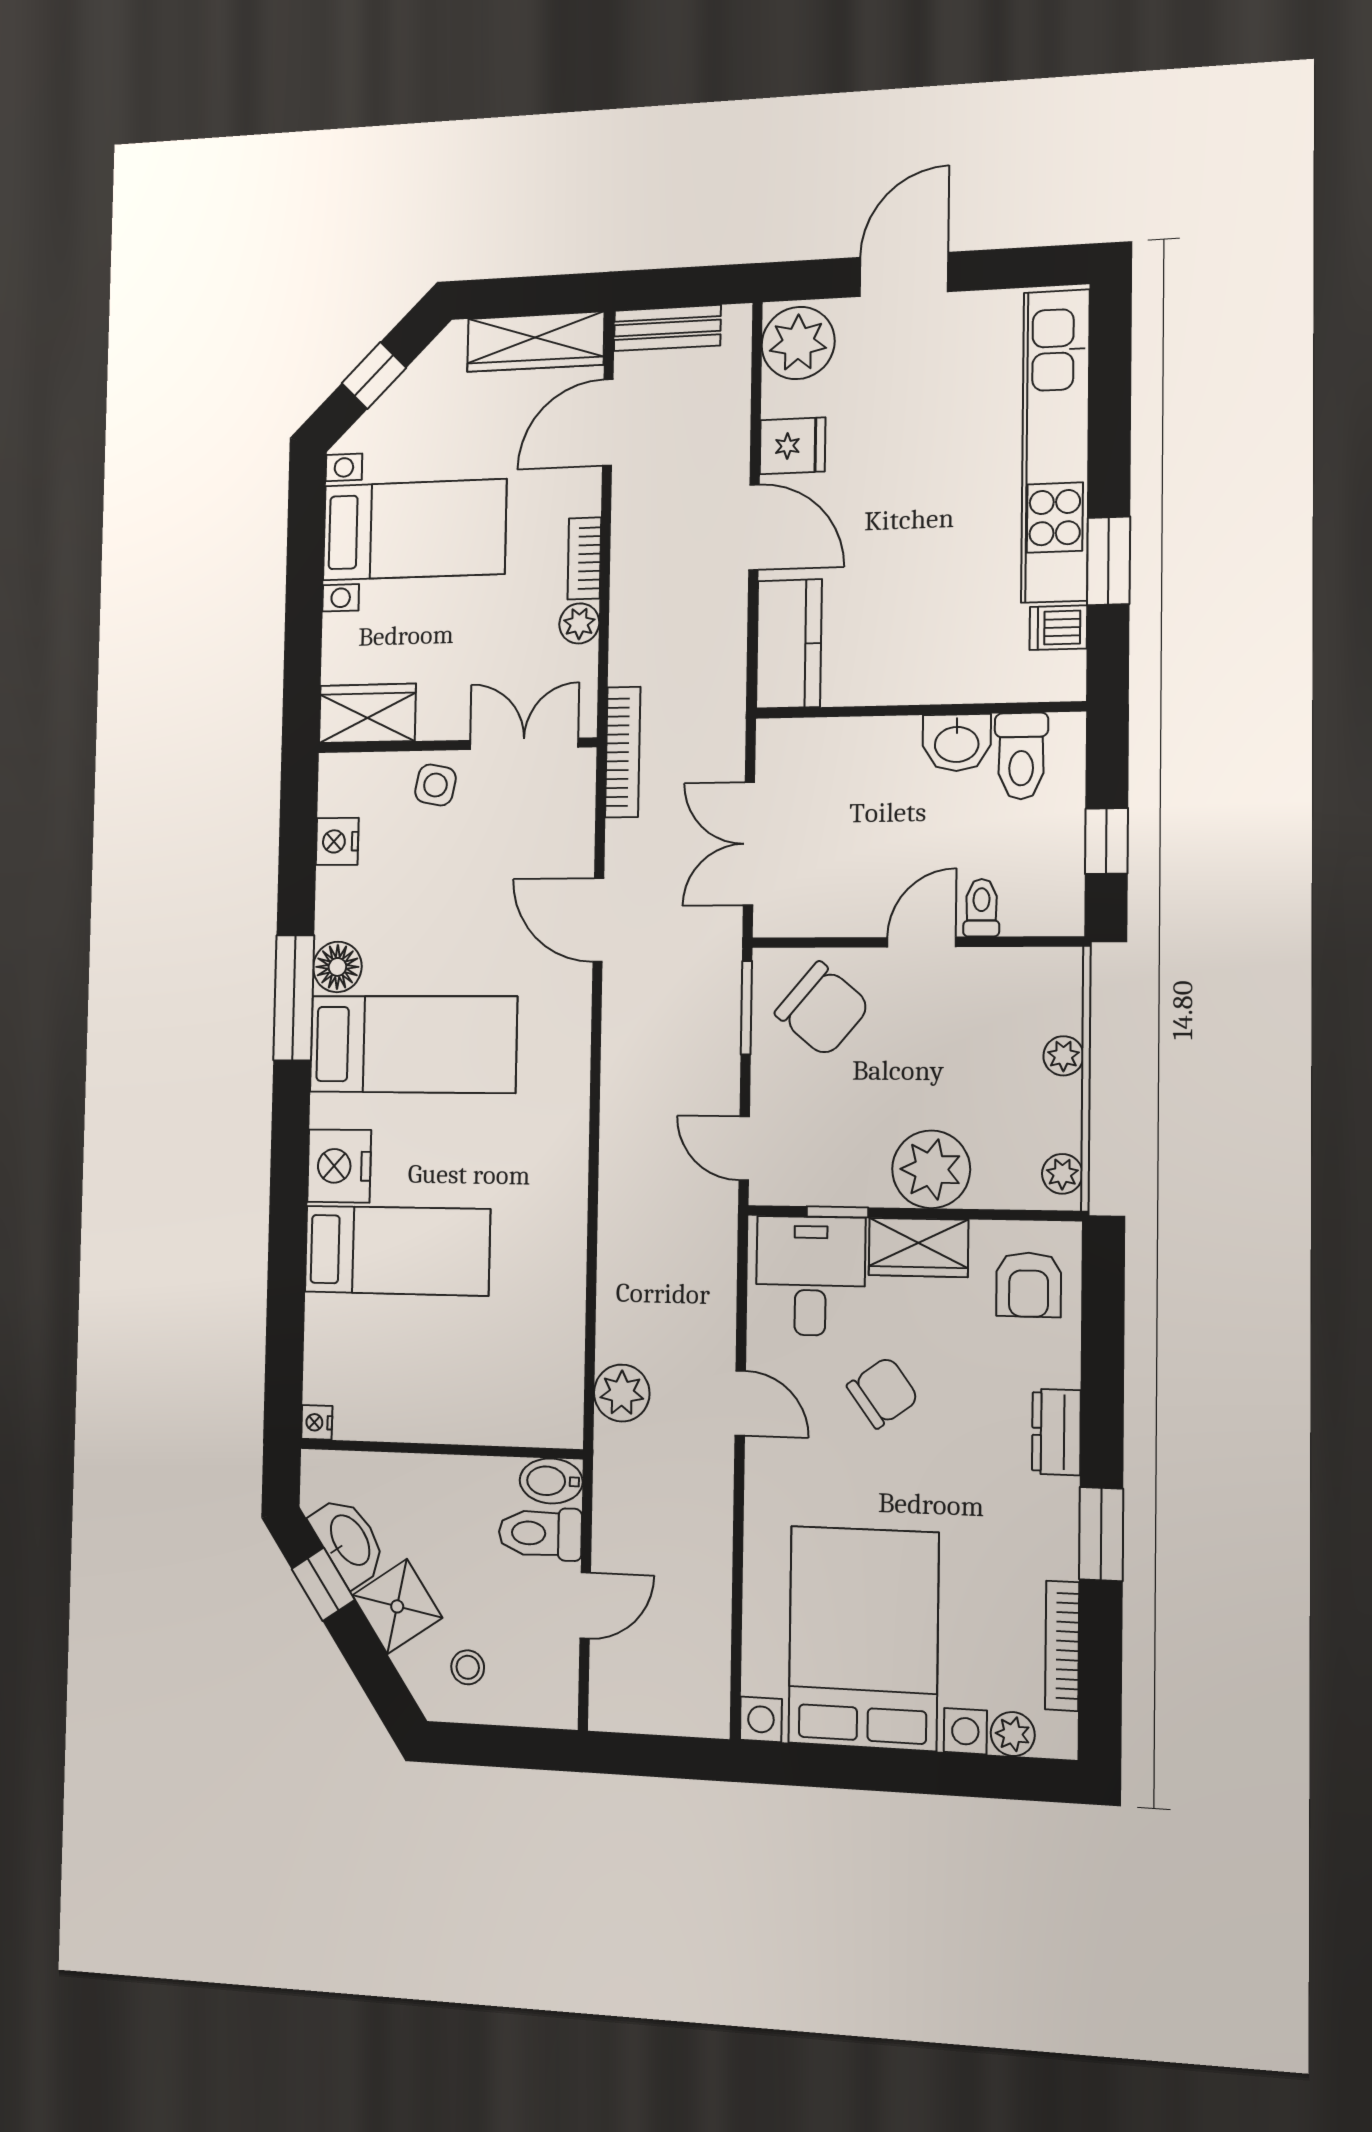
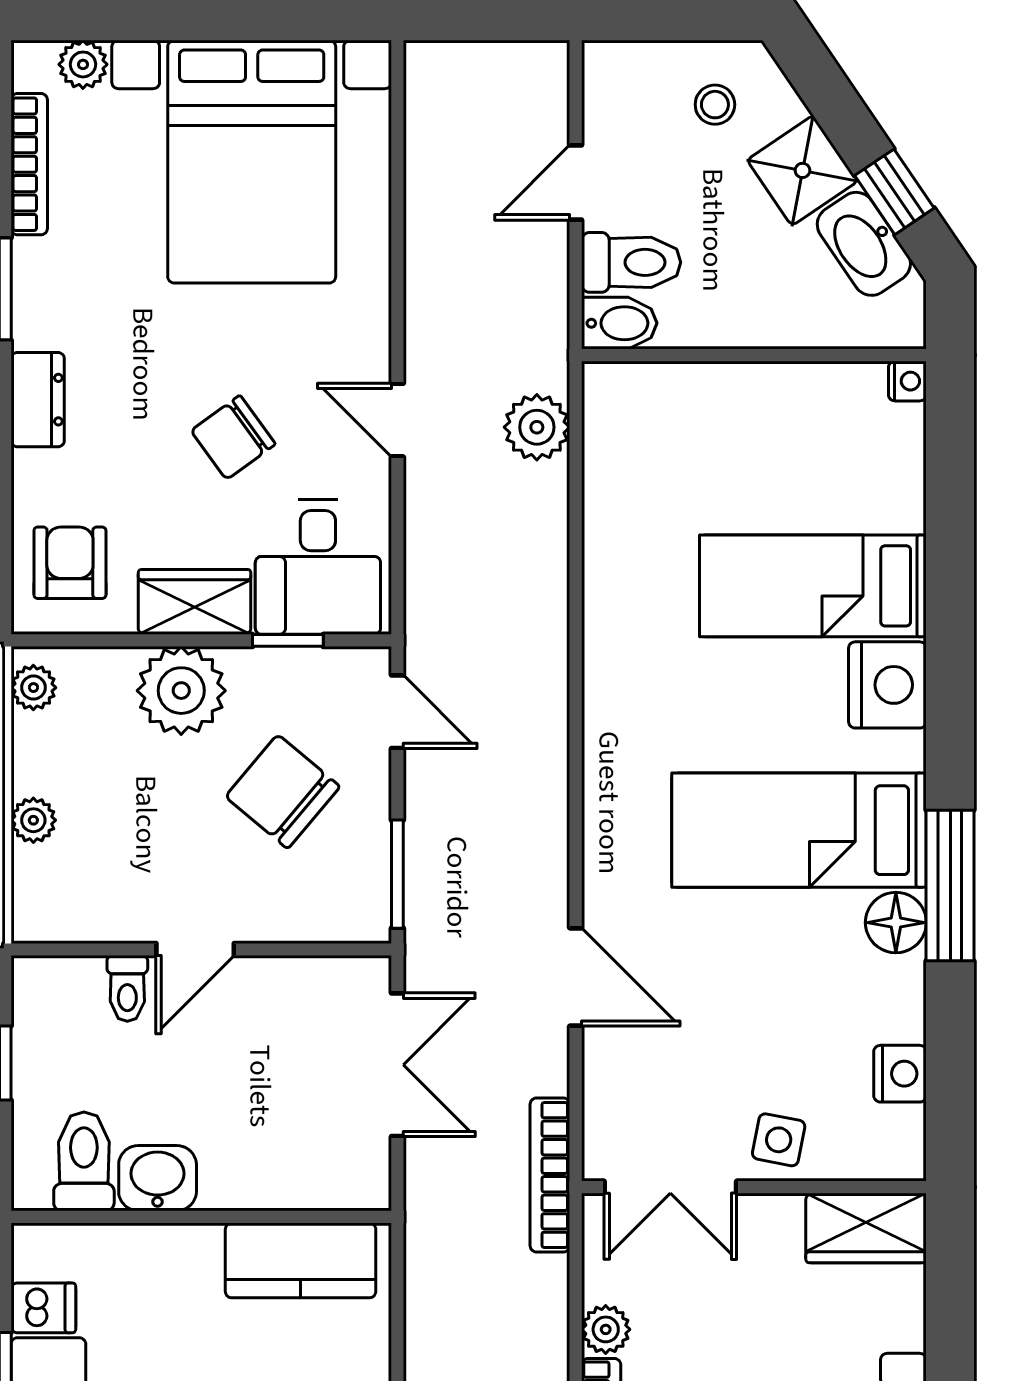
kitchen counter: (789, 644) -> (301, 1260), moved, turned -90
chair: (822, 1009) -> (283, 792), moved

